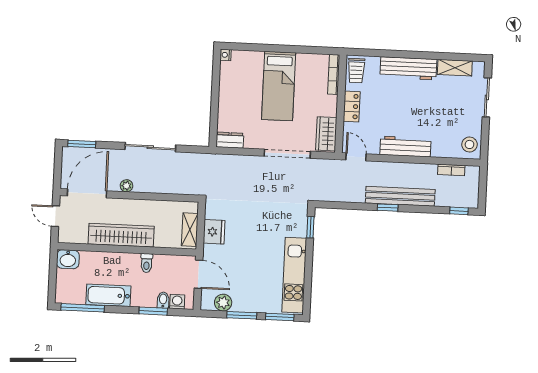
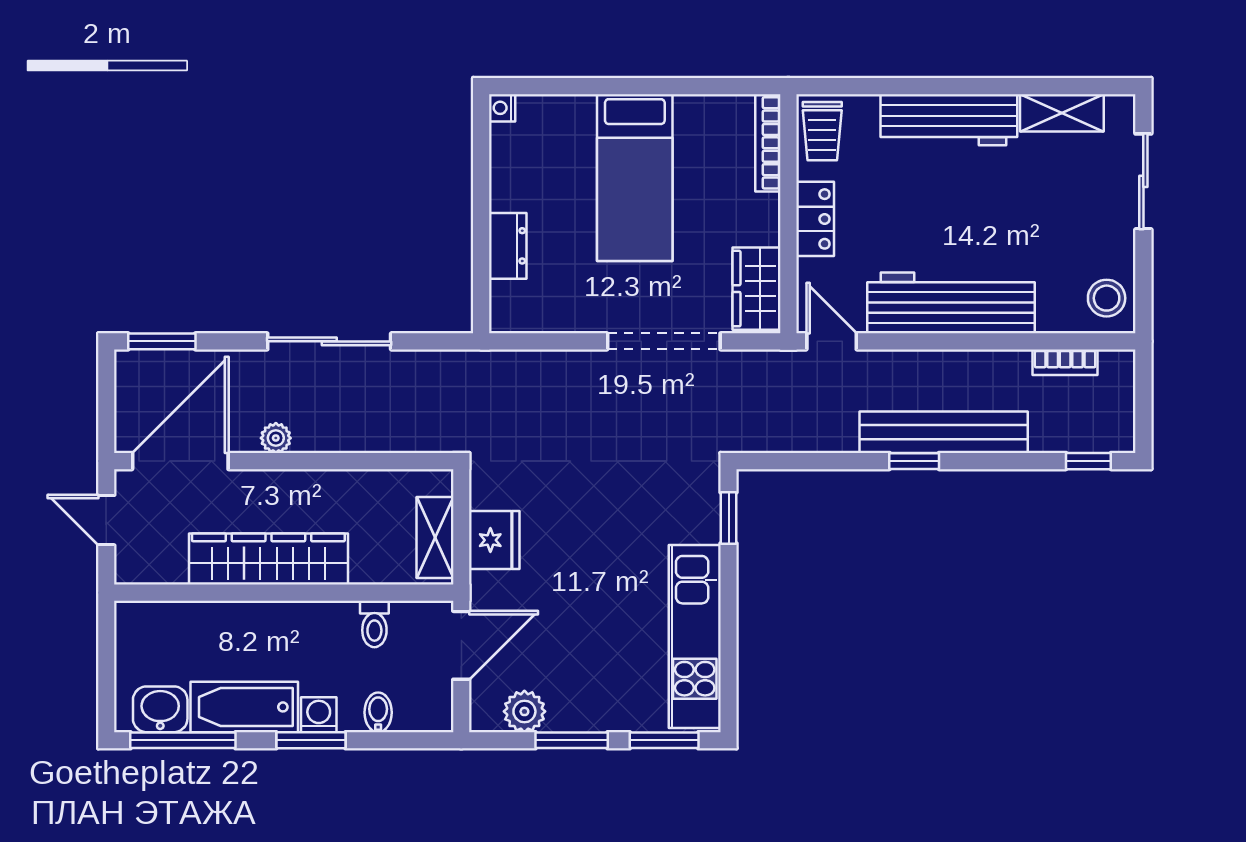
dresser: (230, 140) -> (508, 246), moved, turned 90
workbench: (406, 147) -> (951, 303), width x1.36, depth x1.32
washbasin: (68, 259) -> (160, 709), moved, turned 180
toilet: (147, 263) -> (374, 624), moved
door: (198, 274) -> (461, 645), hinge flipped
washing machine: (177, 302) -> (319, 715), moved
window: (153, 311) -> (311, 740), moved

